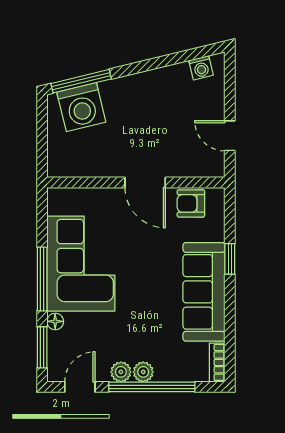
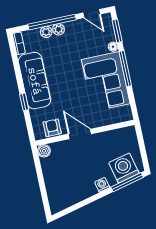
washing machine: (201, 68) -> (102, 185), moved
door: (230, 136) -> (39, 170), removed
boiler: (214, 166) -> (44, 151), added
armchair: (191, 203) -> (52, 128), turned -90
plant: (121, 372) -> (46, 32), moved
door: (80, 387) -> (92, 14), hinge flipped

